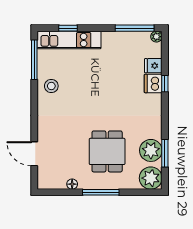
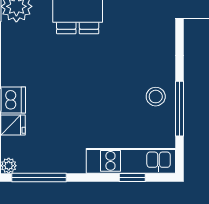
window: (34, 60) -> (180, 109), moved

